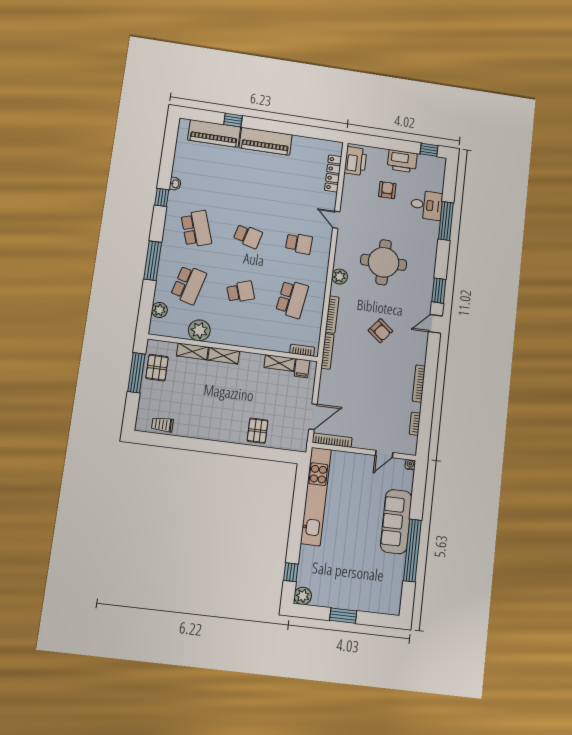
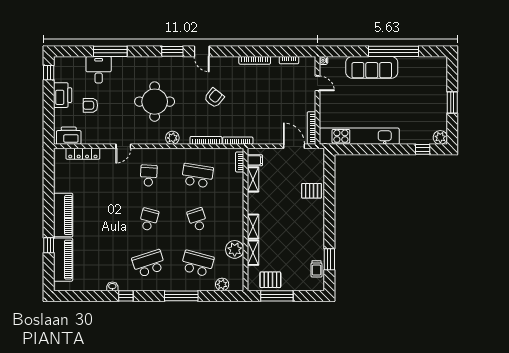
window: (172, 442) -> (329, 259), added

